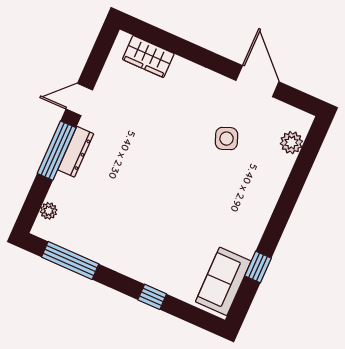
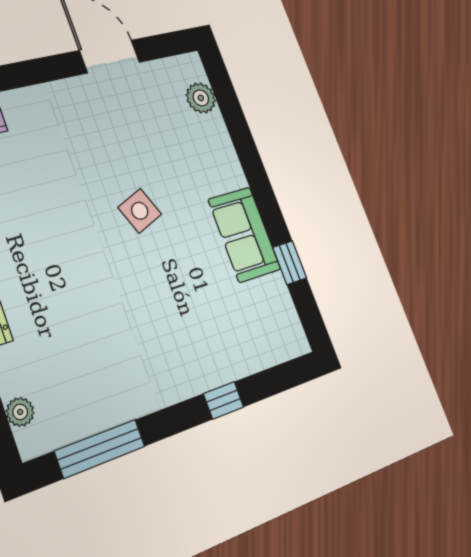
side table: (226, 139) -> (140, 211), moved
sofa: (223, 281) -> (244, 234), moved

